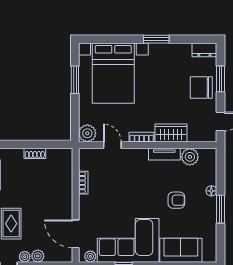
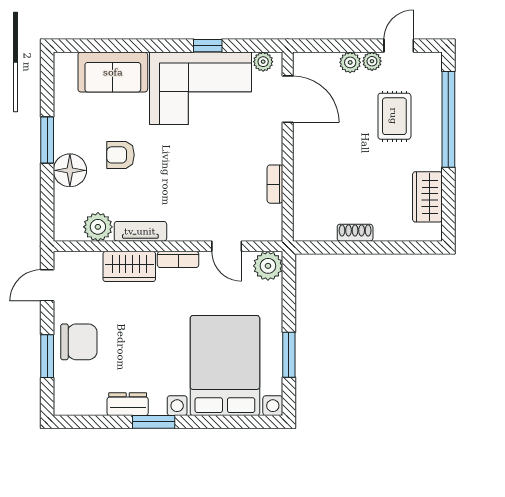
dresser: (204, 50) -> (128, 404), moved
floor lamp: (211, 191) -> (70, 170), width x1.89, depth x1.89

